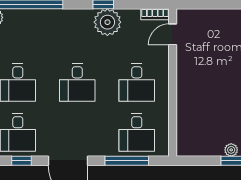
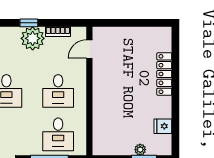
bookcase: (155, 14) -> (58, 32), moved

